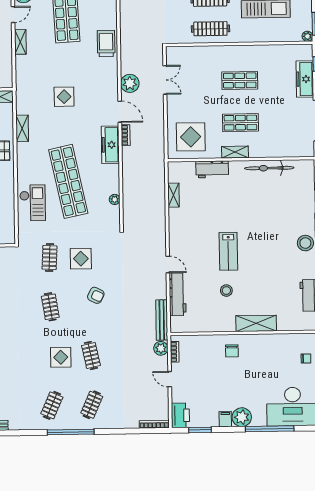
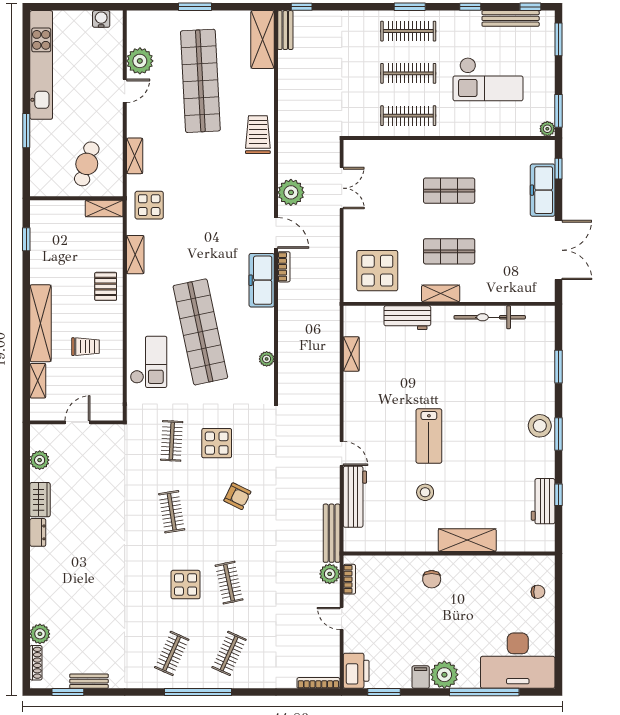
shelving: (20, 42) -> (135, 156), moved
display table: (64, 97) -> (149, 205), moved

